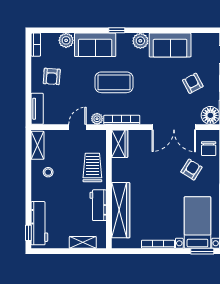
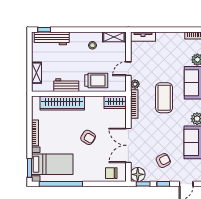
armchair: (52, 76) -> (169, 48), removed
door: (78, 127) -> (128, 69), swing flipped
armchair: (191, 170) -> (88, 137), moved

